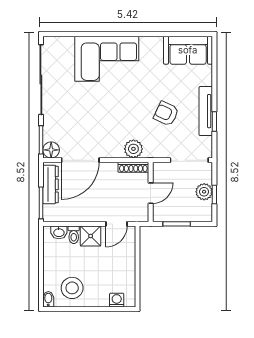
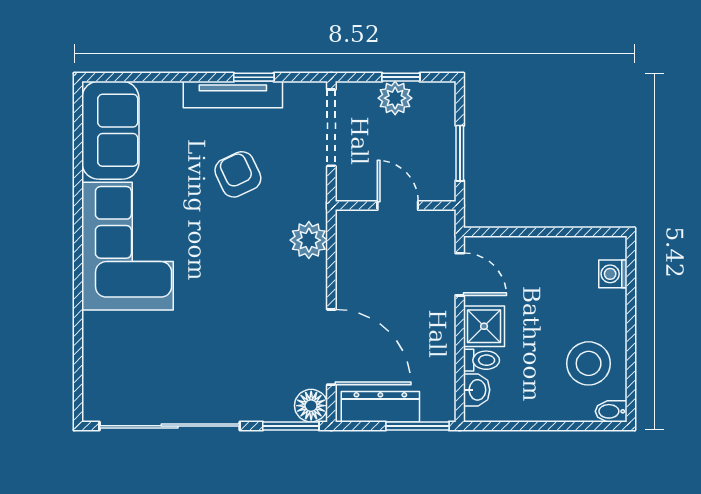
corner sofa: (107, 59) -> (128, 246), moved
armchair: (166, 114) -> (238, 174), turned 130
shoe rack: (133, 167) -> (346, 240), removed

